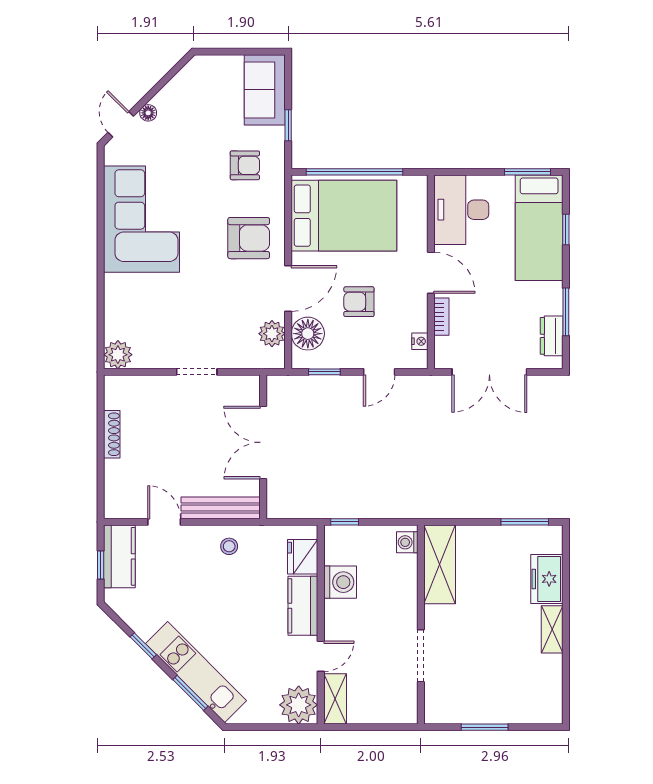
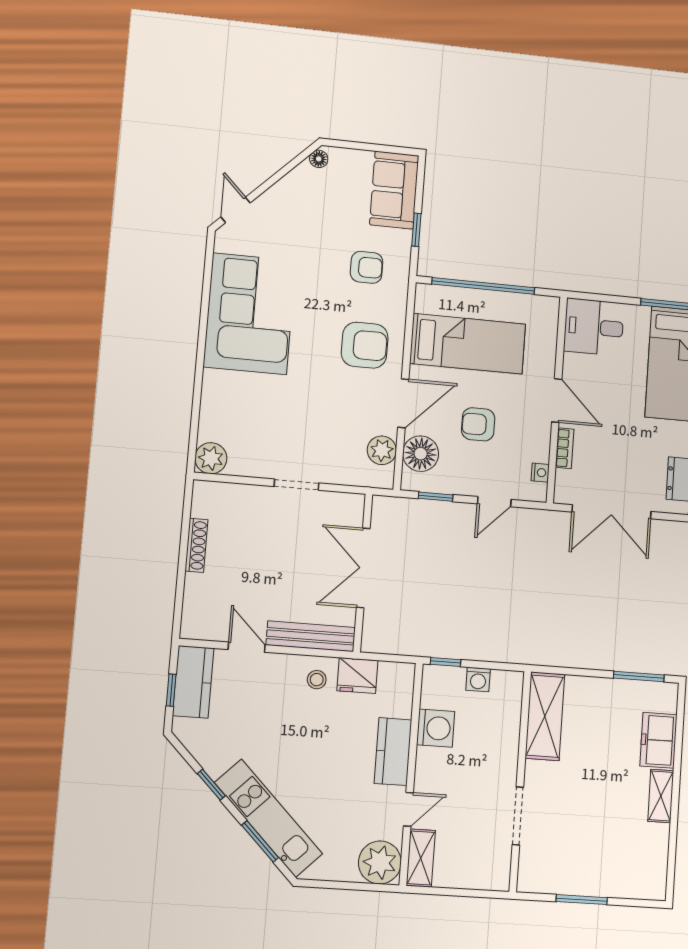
floor lamp: (148, 113) -> (319, 159), moved
desk: (461, 210) -> (594, 327), width x0.73
bed: (344, 216) -> (468, 344), width x0.67
washing machine: (407, 542) -> (478, 679), moved, turned -90
fridge: (303, 557) -> (357, 676), moved, turned -90

